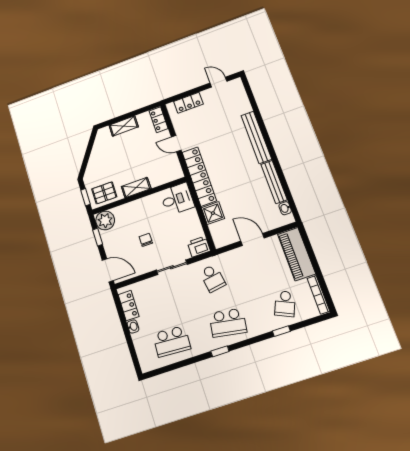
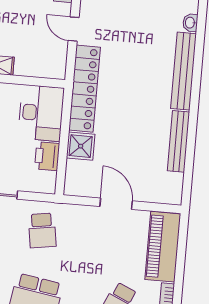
desk: (177, 199) -> (41, 113), width x1.37
washbasin: (285, 208) -> (190, 23), moved
printer: (199, 247) -> (47, 156), moved, turned -90

